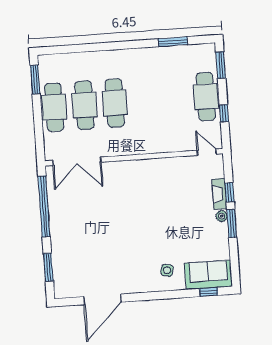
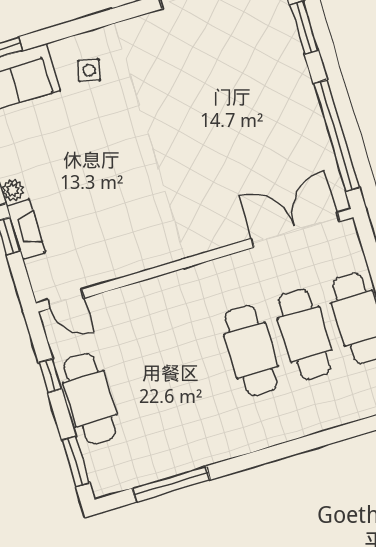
window: (173, 42) -> (171, 484), width x1.44

